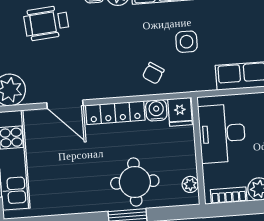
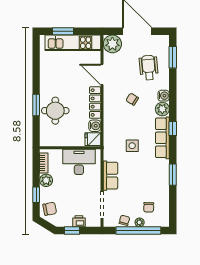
chair: (153, 73) -> (132, 99), moved
door: (65, 104) -> (102, 75), hinge flipped
plant: (190, 184) -> (52, 142), removed

